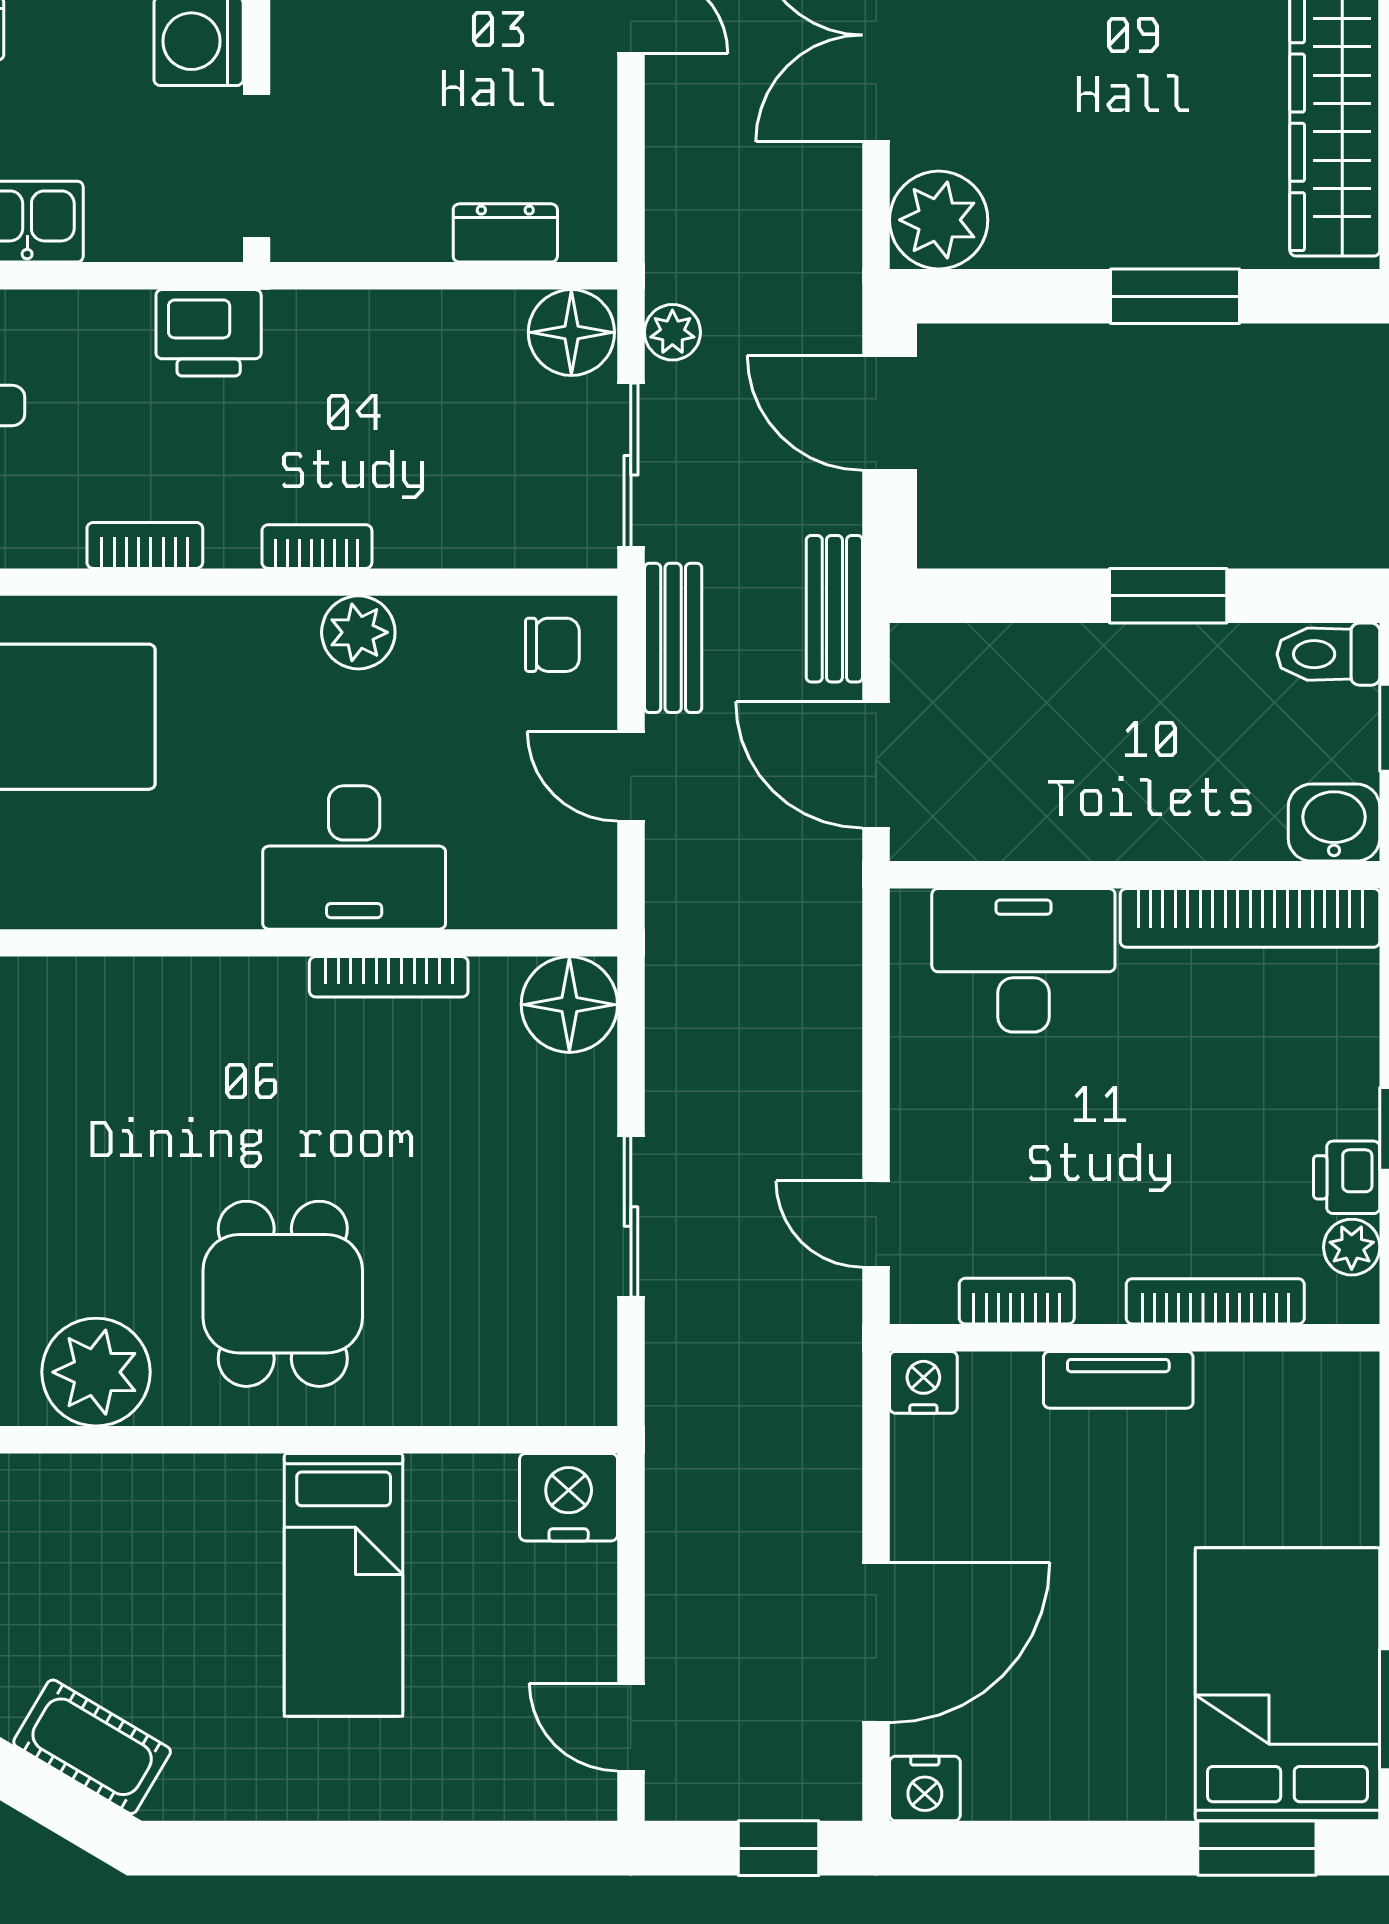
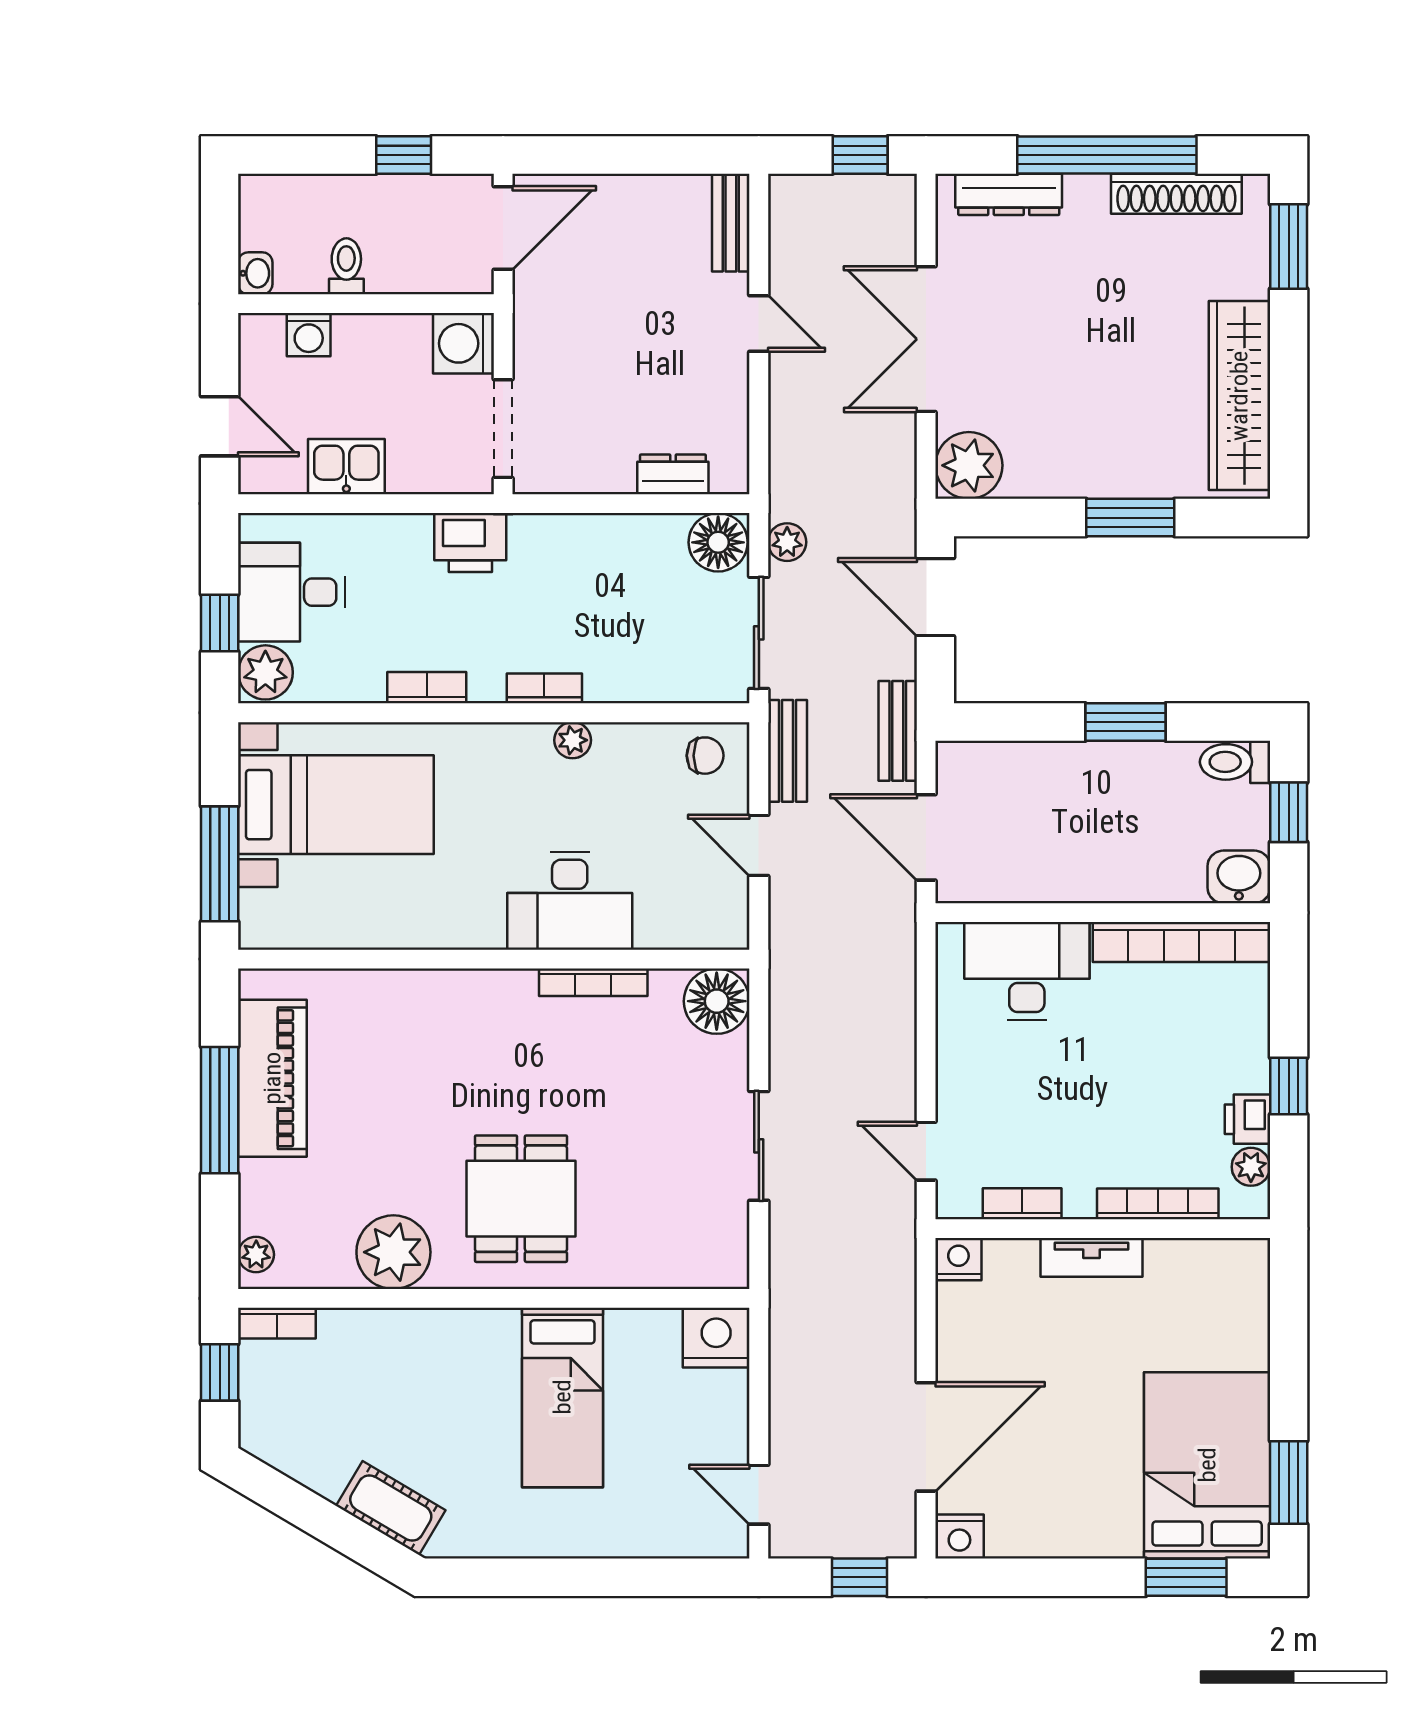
plant: (358, 632) -> (573, 740), width x0.73, depth x0.73

